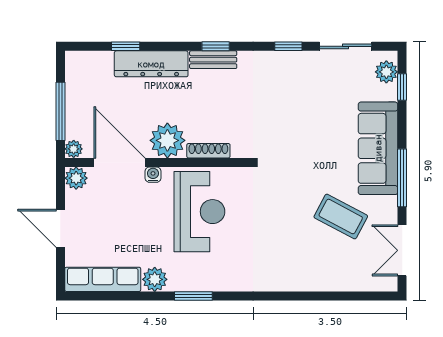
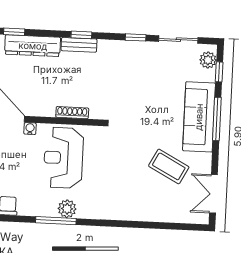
plant: (167, 140) -> (42, 104), removed
window: (402, 178) -> (217, 119), moved
reception desk: (199, 212) -> (63, 158), turned 180
plant: (155, 279) -> (67, 209), moved
window: (193, 296) -> (56, 221), width x1.44

